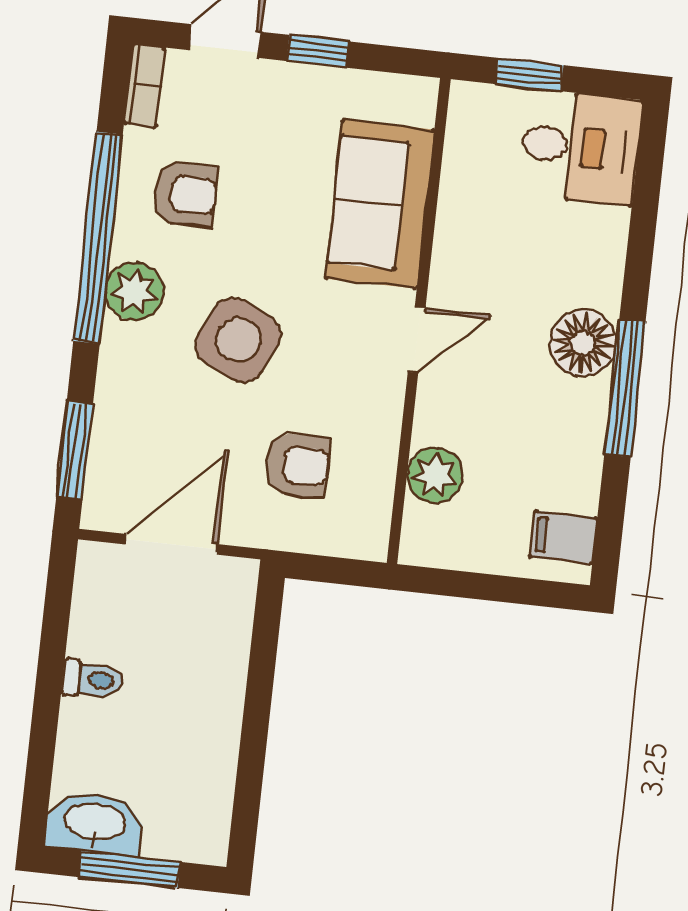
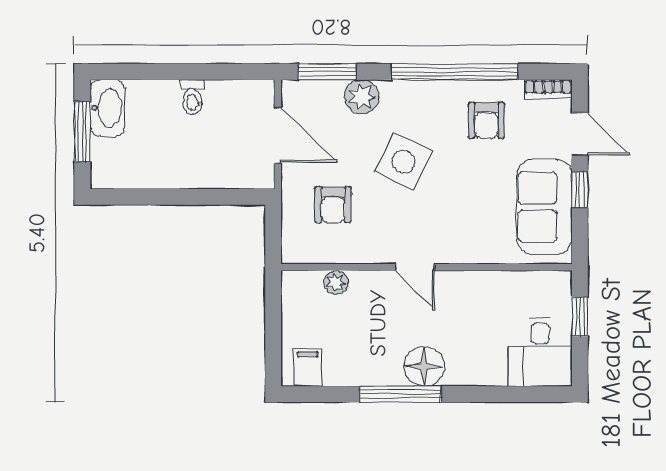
sofa: (380, 204) -> (544, 207), moved, turned -90
plant: (134, 292) -> (362, 97), moved
plant: (435, 475) -> (336, 283), width x0.73, depth x0.73

